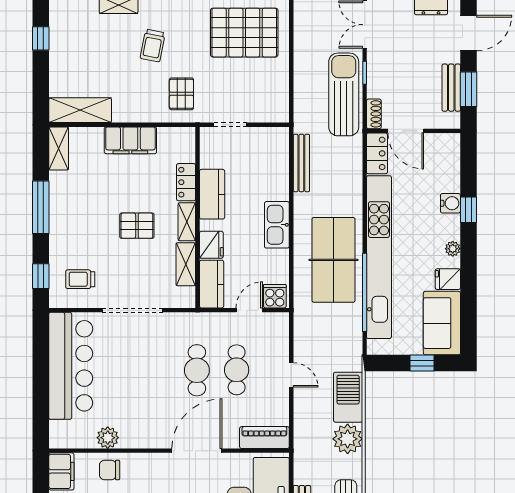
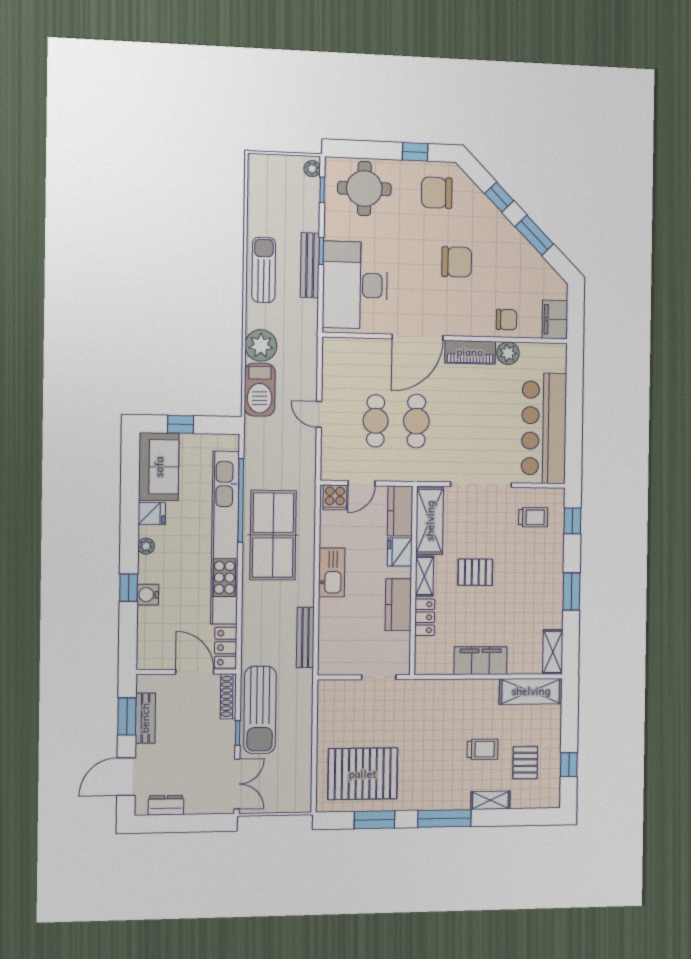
trolley: (153, 46) -> (483, 749), moved, turned 79
pallet: (181, 94) -> (525, 763), moved
shoe rack: (374, 114) -> (228, 696), width x1.43
window: (41, 207) -> (571, 592), width x0.69
shelving: (186, 264) -> (430, 521), width x1.50, depth x1.33
piano: (264, 438) -> (470, 352), moved

